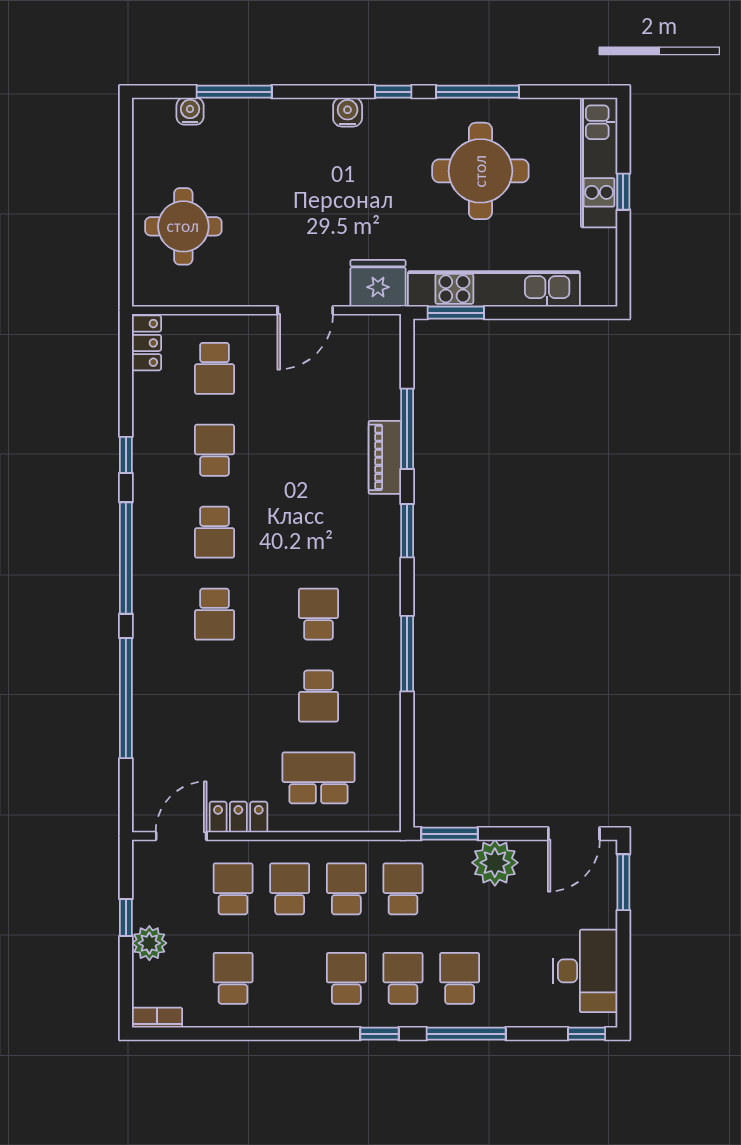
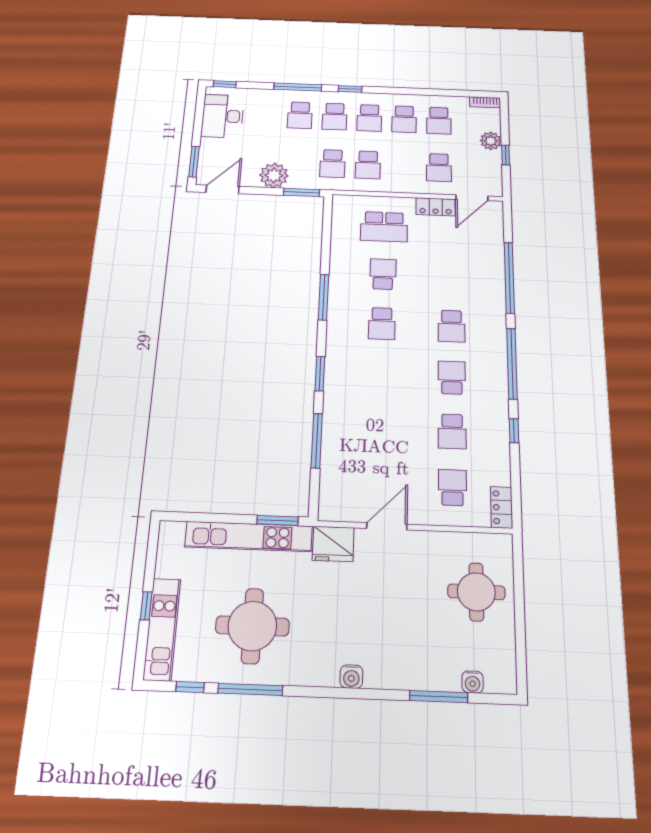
window: (393, 92) -> (190, 687), moved
piano: (385, 457) -> (333, 422), removed
school desk: (215, 614) -> (452, 326), turned 180
school desk: (290, 889) -> (404, 119), moved

